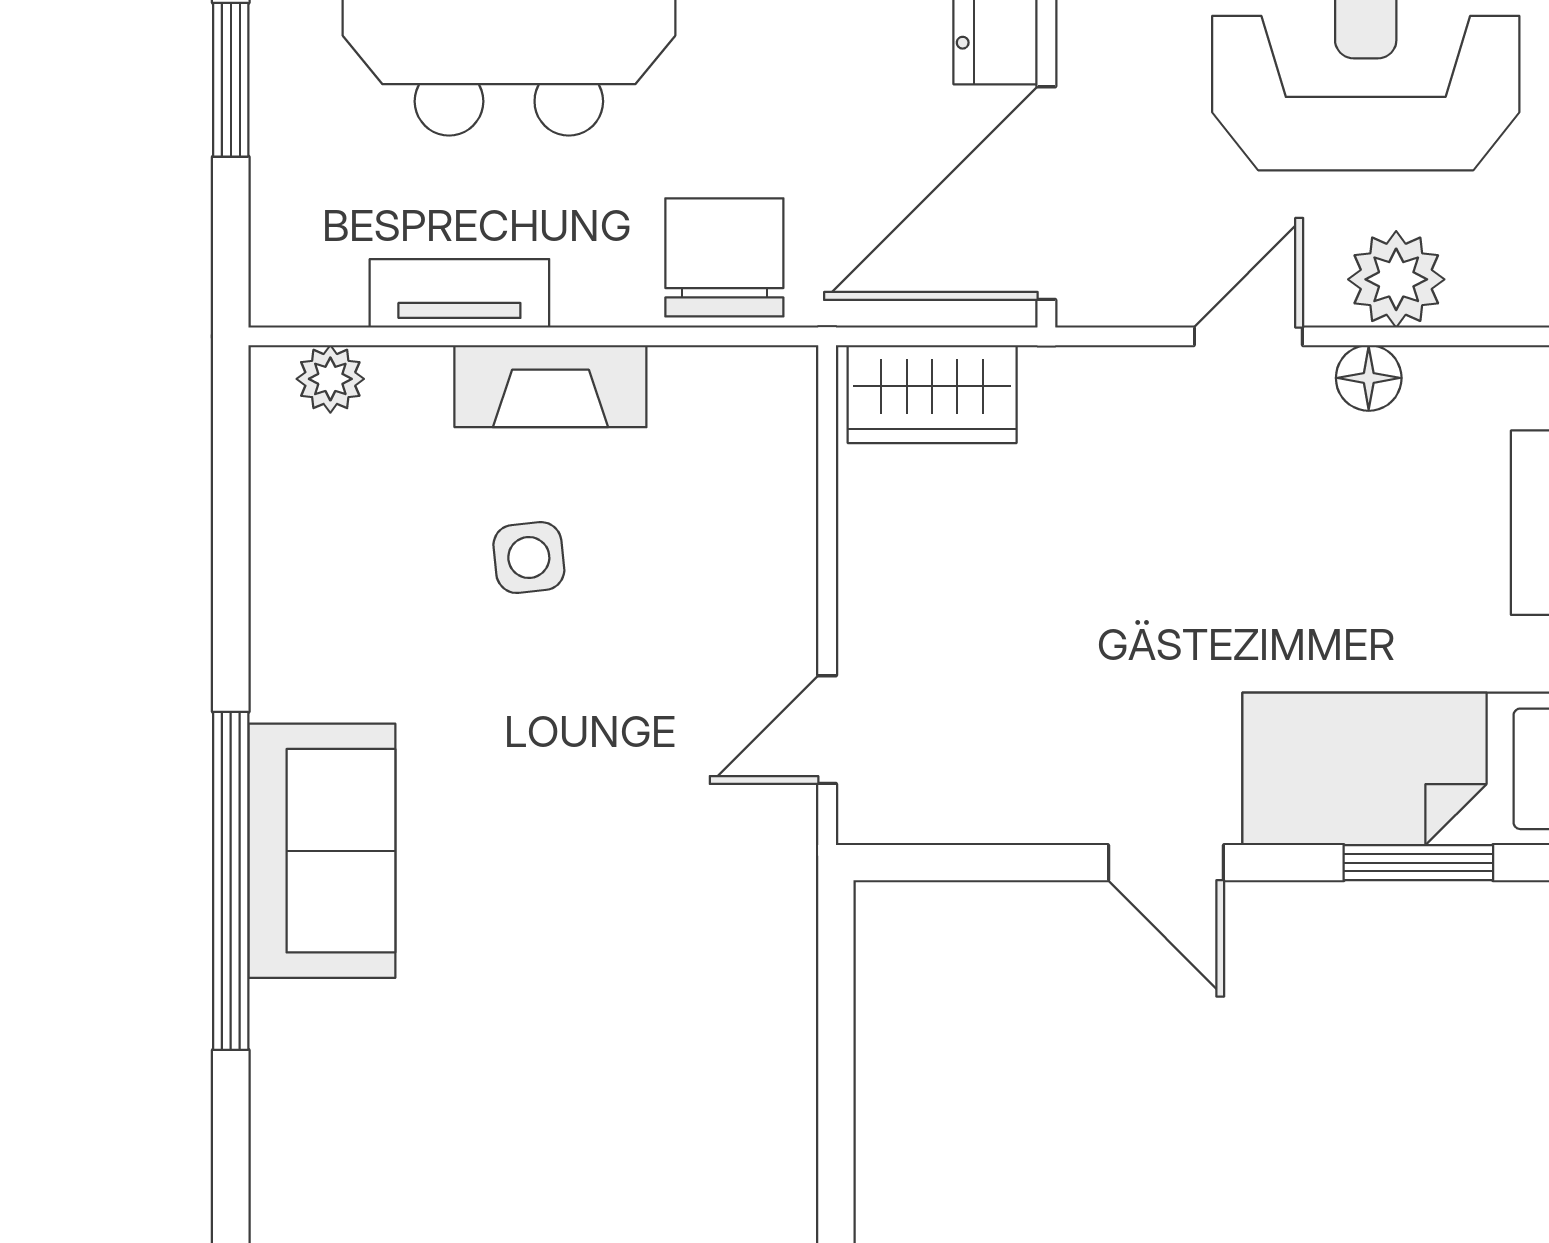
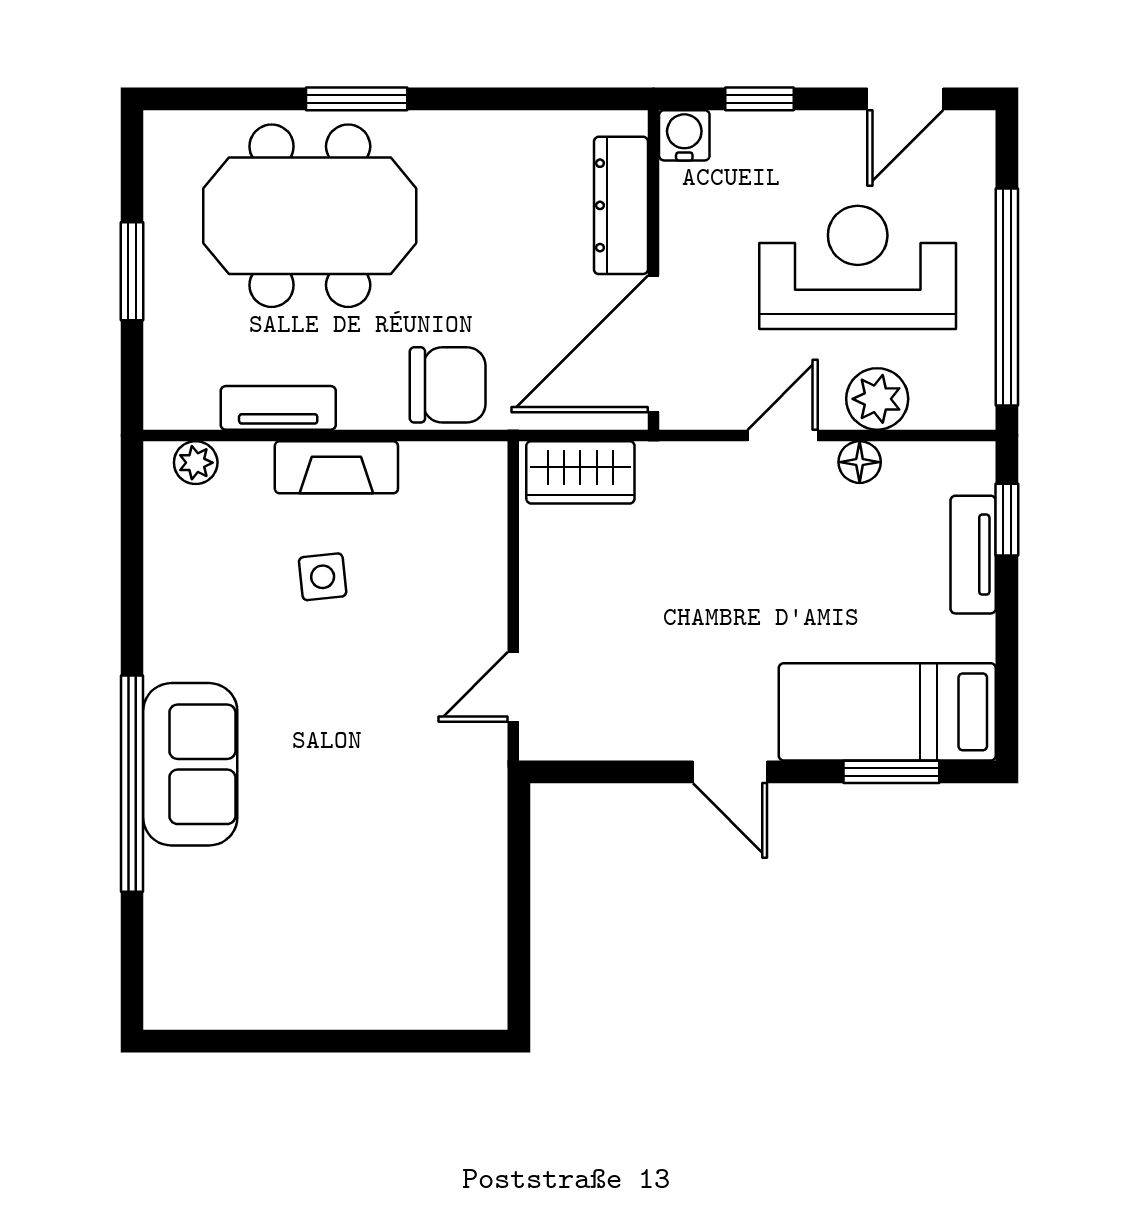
chair: (724, 257) -> (448, 385), turned 90

